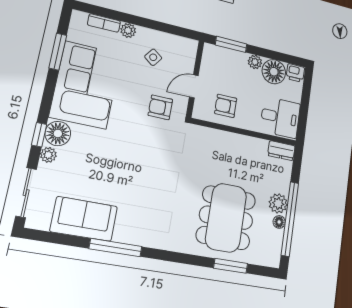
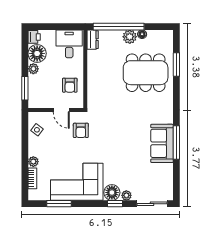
side table: (153, 57) -> (37, 130), moved
sofa: (84, 219) -> (162, 143), moved
window: (290, 219) -> (119, 27), moved

